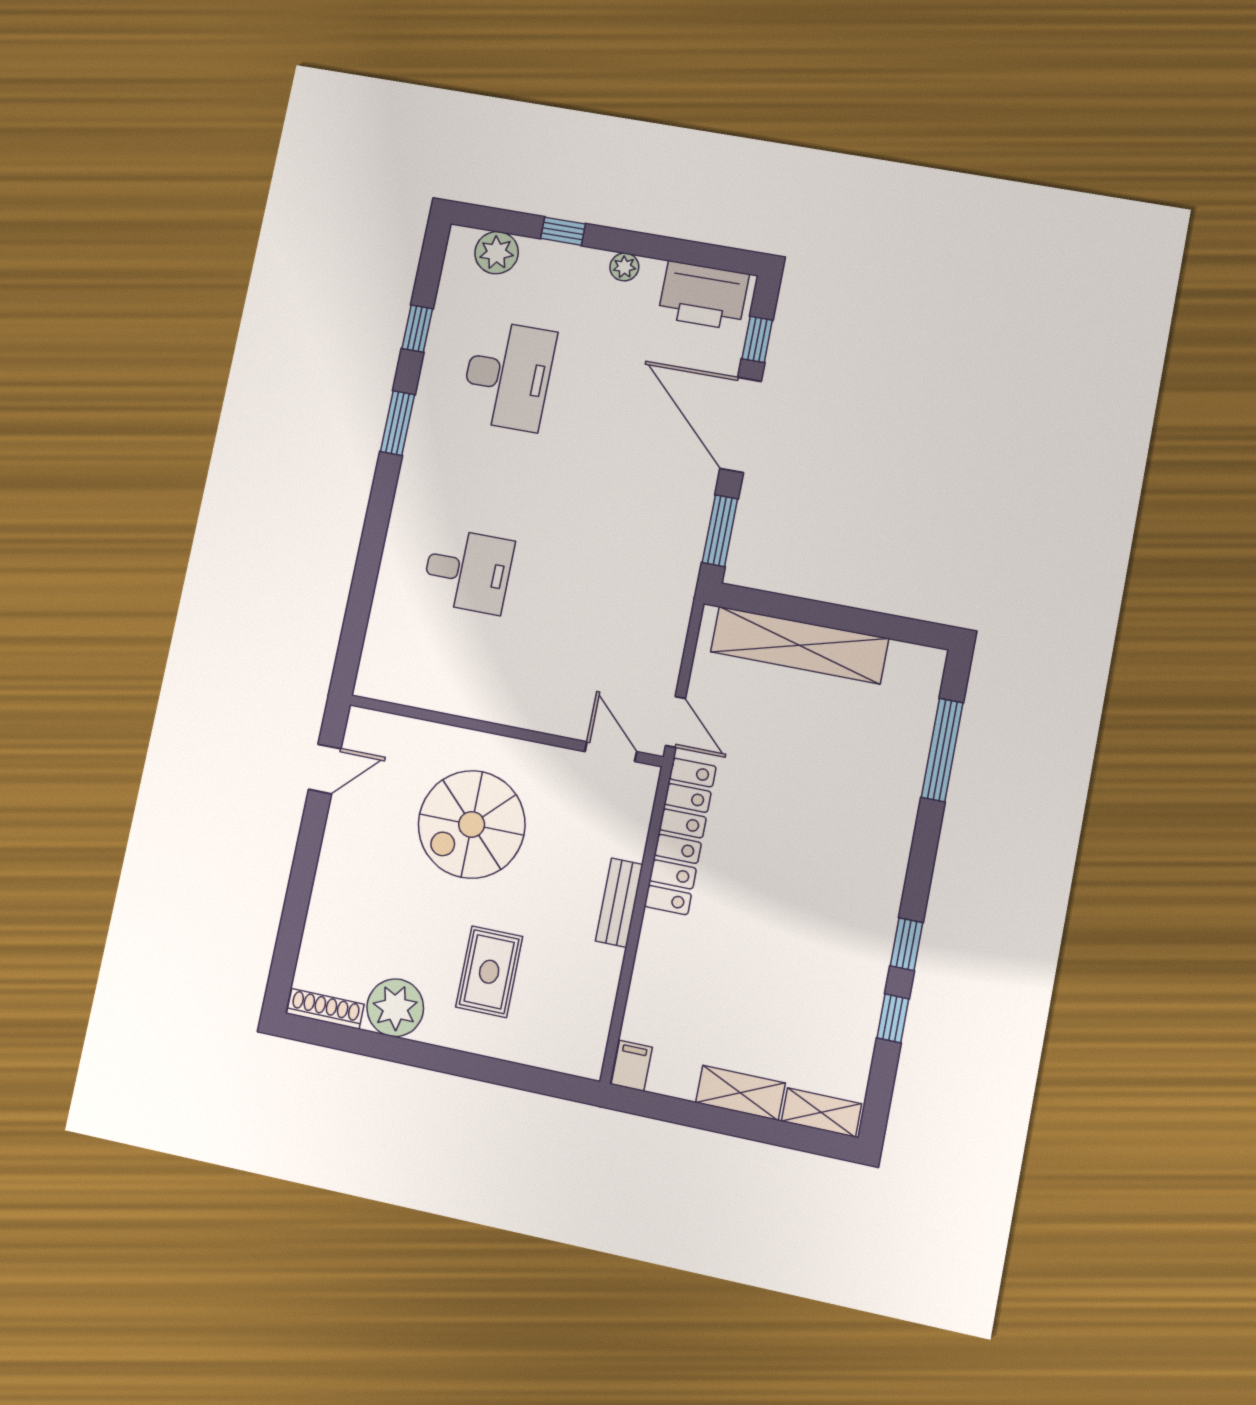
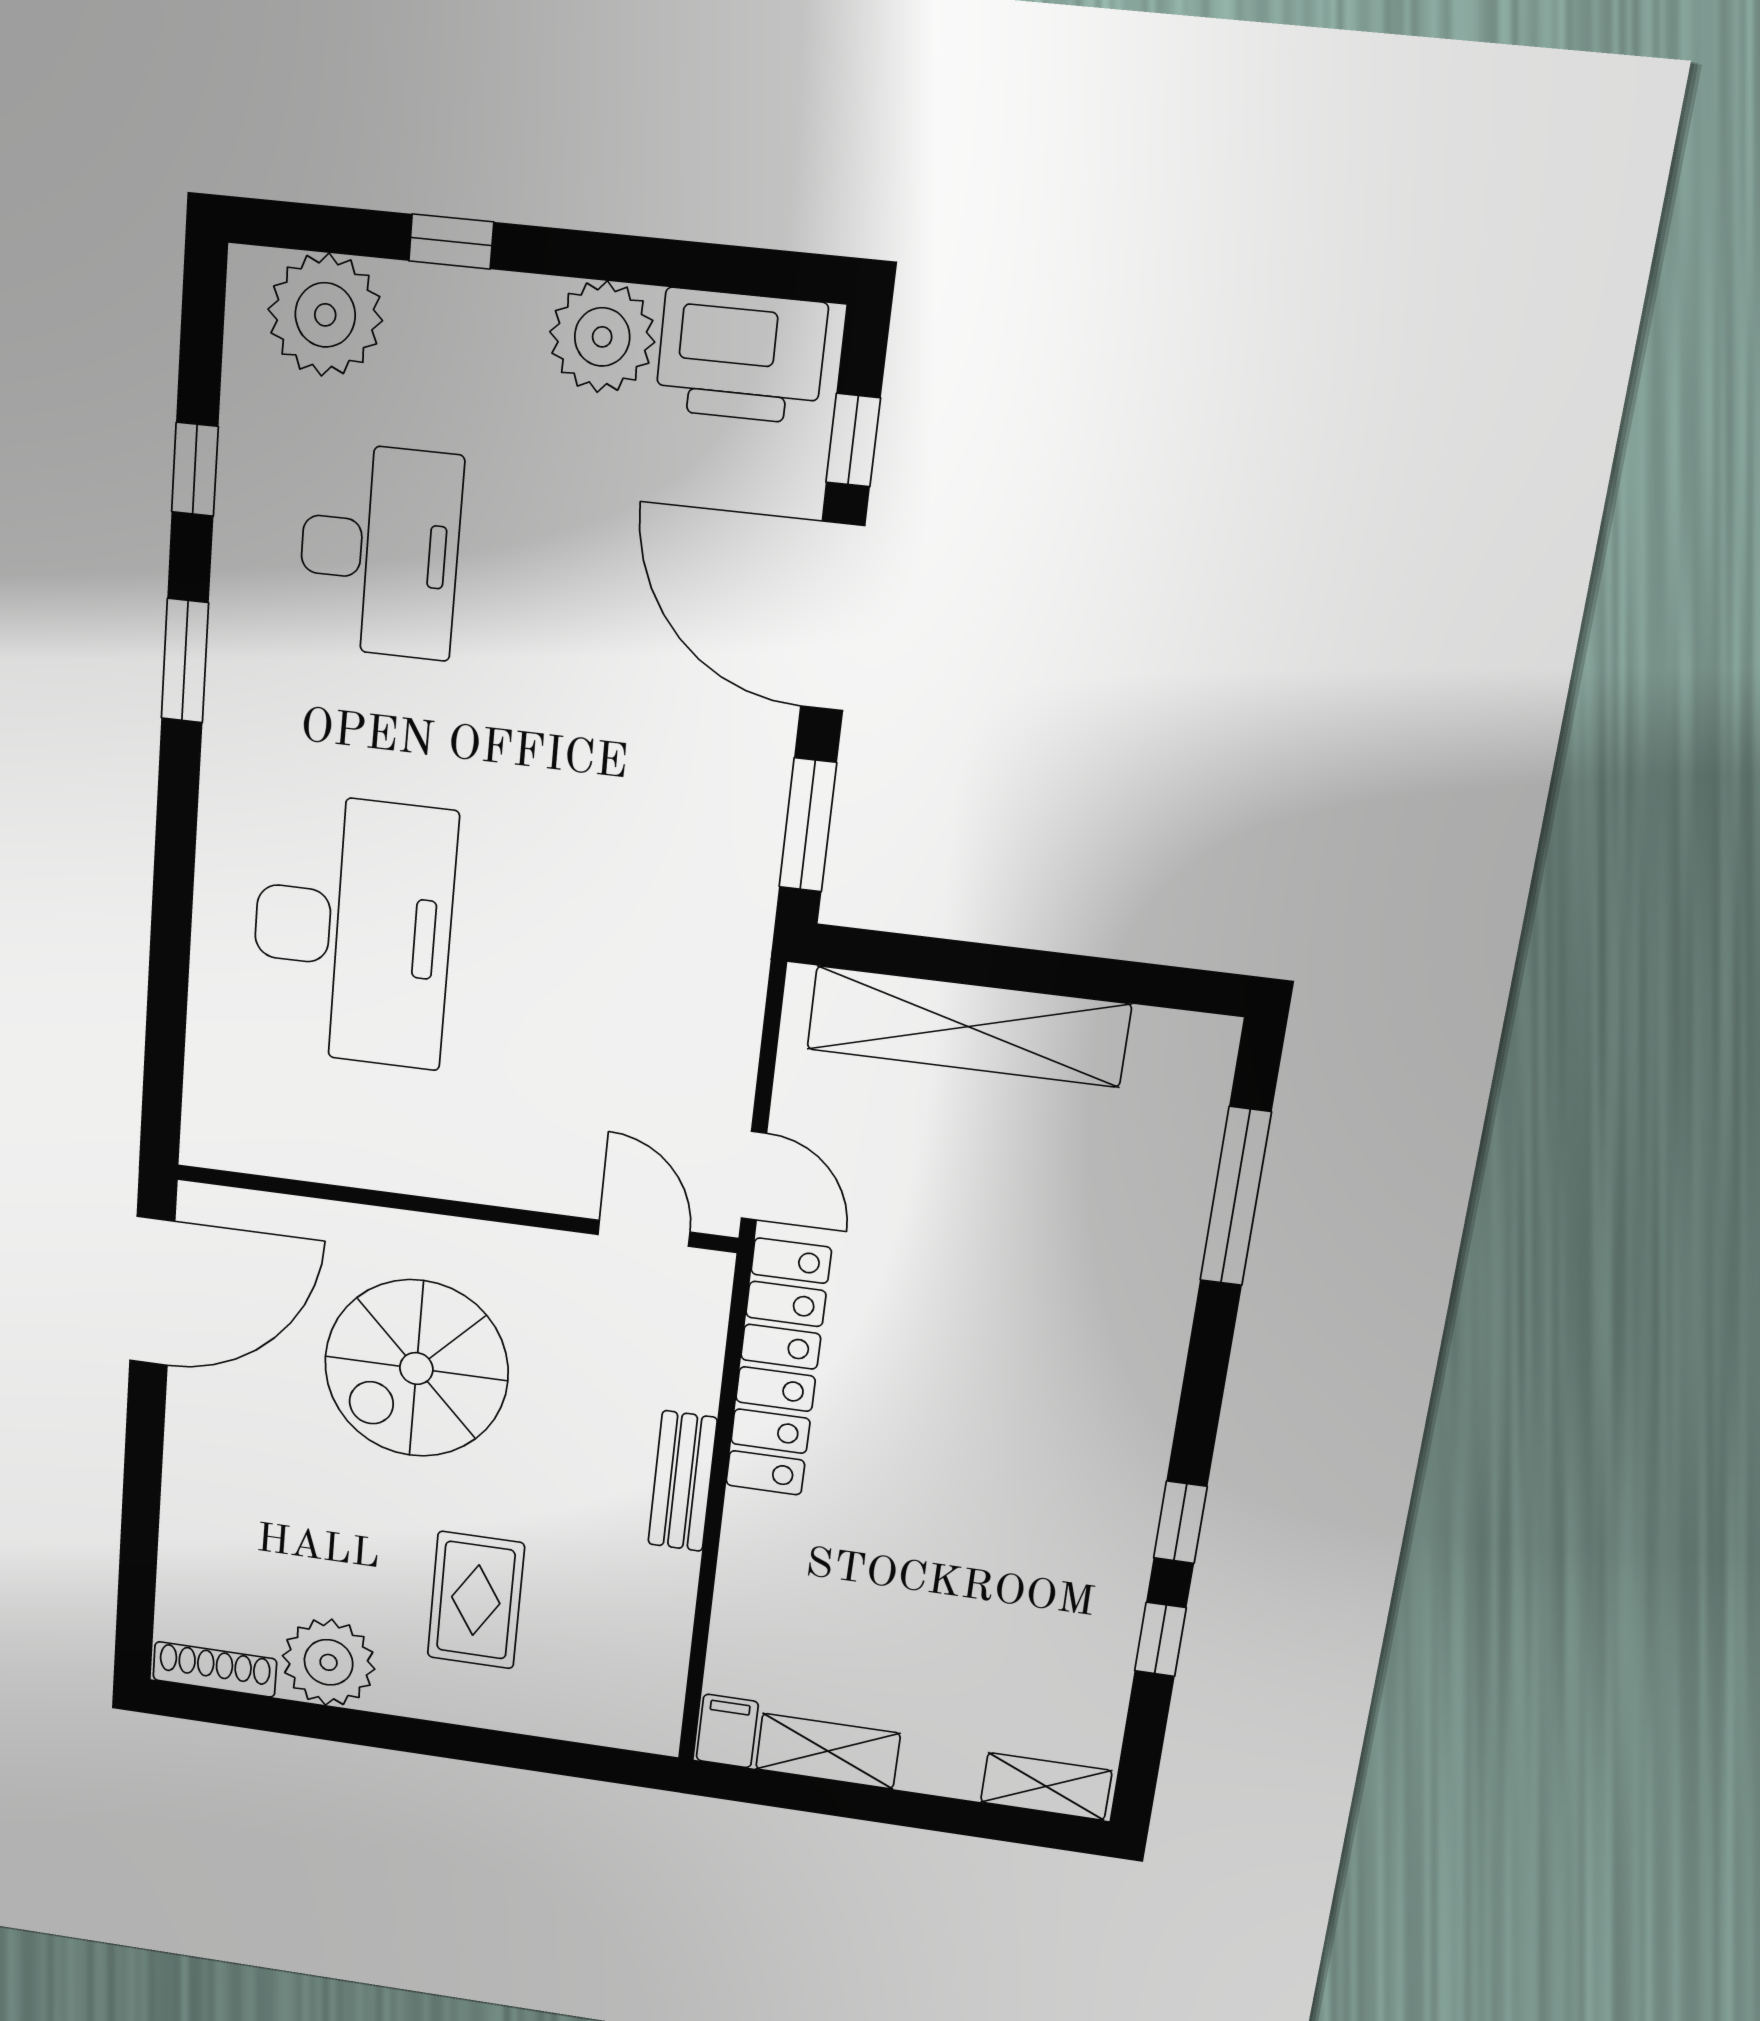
plant: (497, 253) -> (325, 315), width x1.36, depth x1.36
plant: (624, 267) -> (602, 337), width x1.88, depth x1.88
desk: (468, 571) -> (352, 931), width x1.87, depth x1.30
door: (325, 769) -> (152, 1291), width x1.88
shelving: (740, 1093) -> (828, 1751), moved

